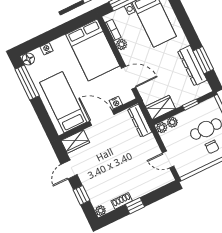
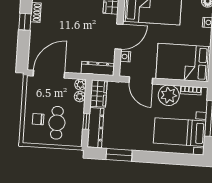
plant: (122, 44) -> (169, 95), width x1.88, depth x1.88
dresser: (192, 66) -> (96, 128), moved, turned 90
door: (129, 78) -> (141, 80), hinge flipped
door: (168, 160) -> (49, 74), width x1.87

